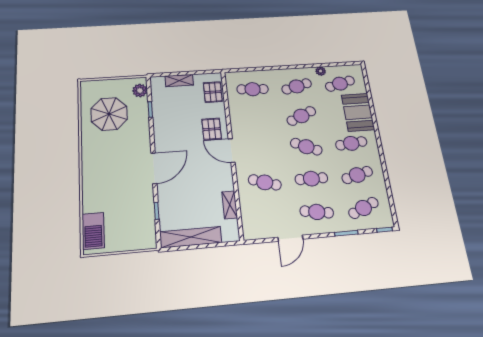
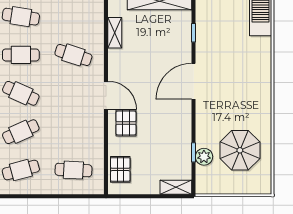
shelving: (179, 80) -> (176, 187), moved
plant: (140, 90) -> (204, 157), moved

